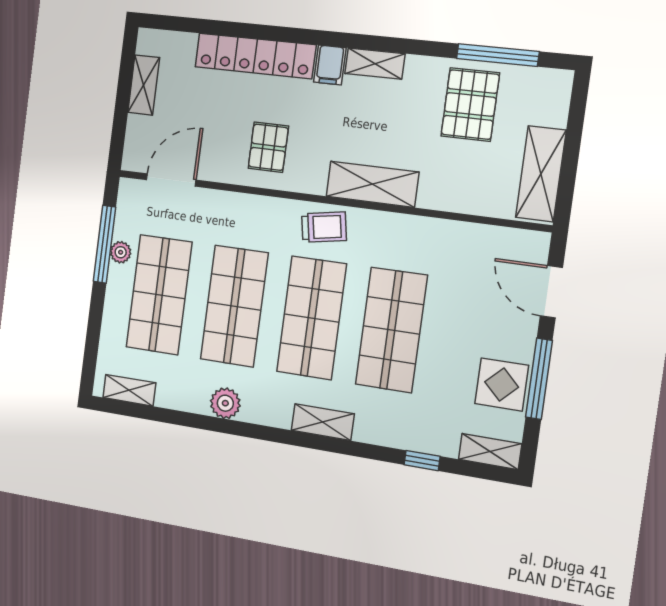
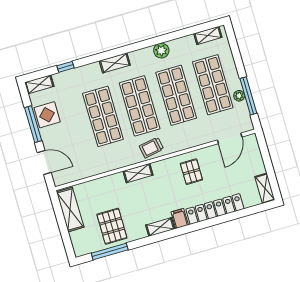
shelving: (144, 85) -> (265, 188), moved
shelving: (372, 184) -> (138, 173), width x0.67, depth x0.75

